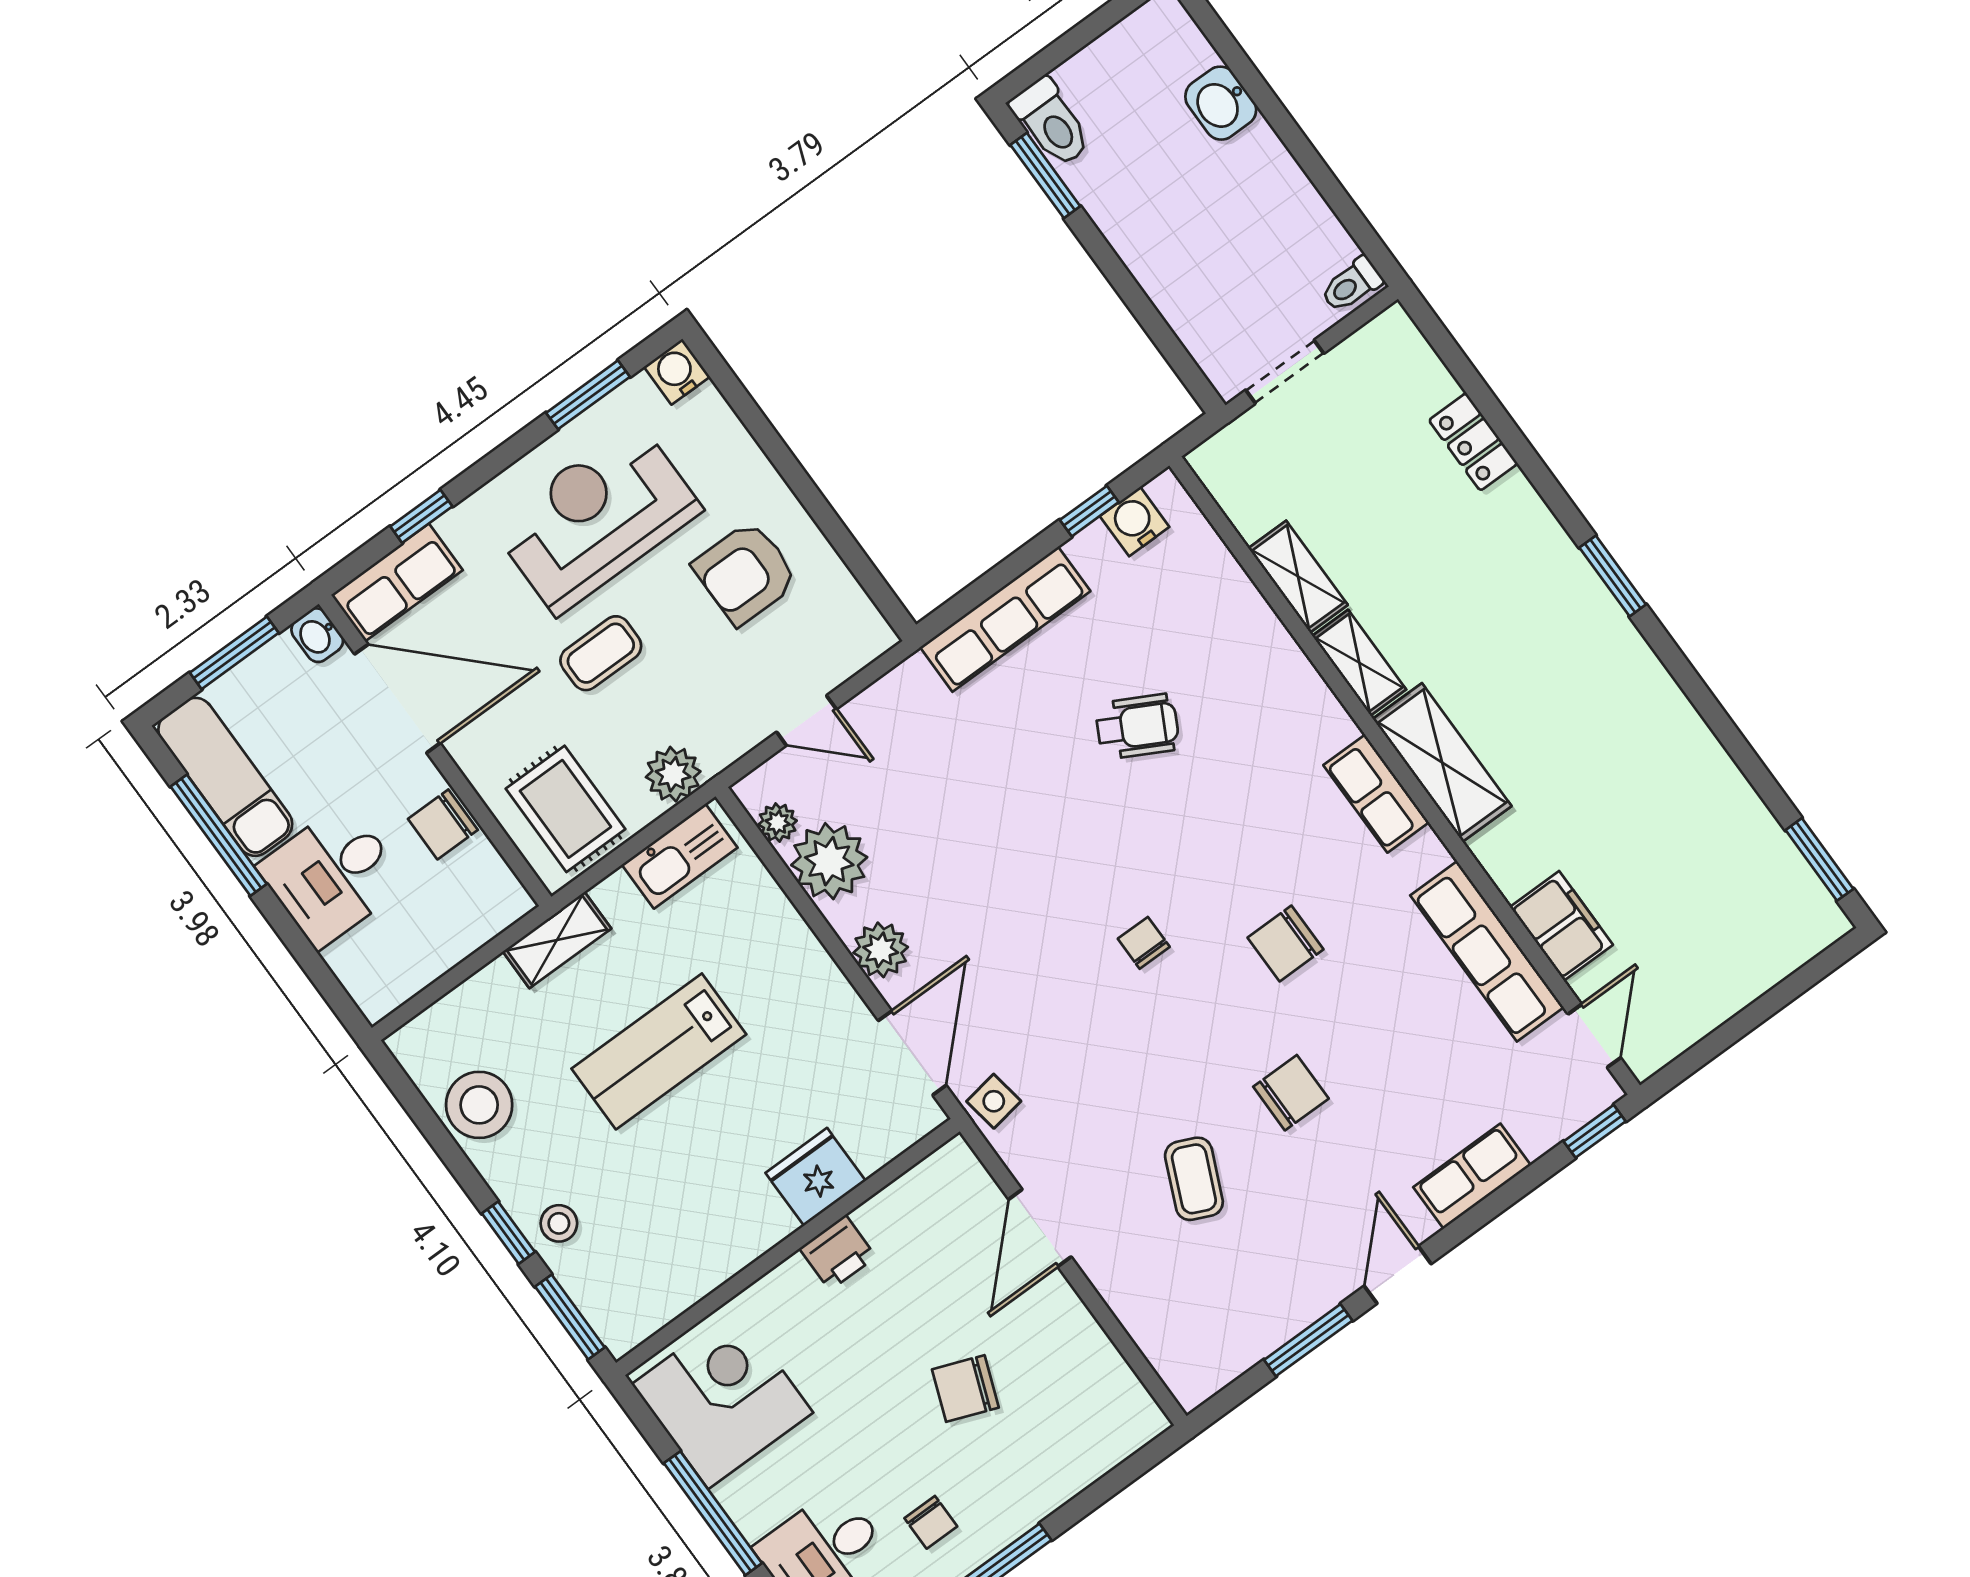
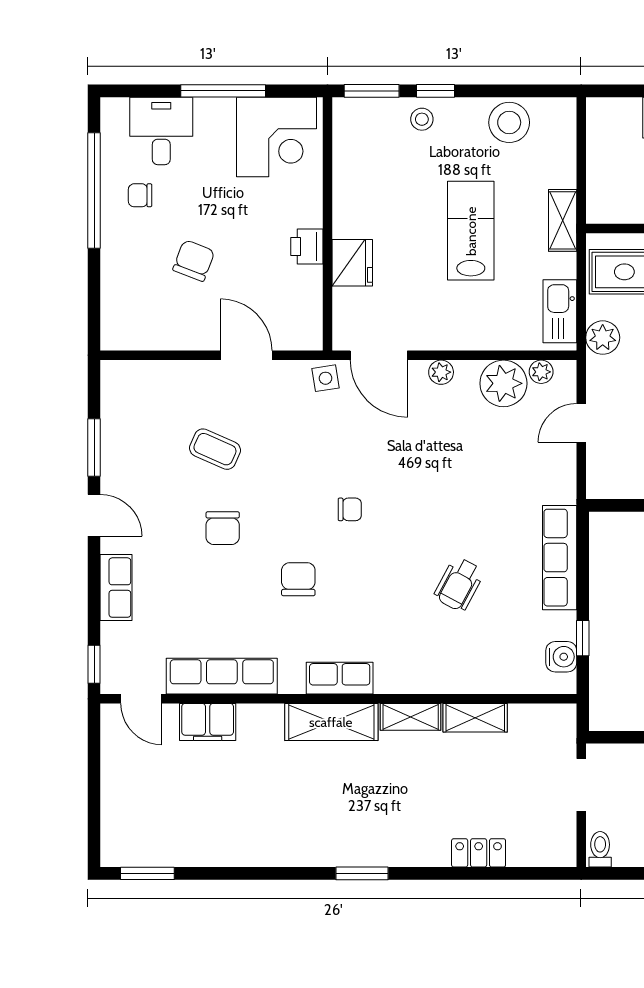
plant: (881, 950) -> (441, 372), width x0.73, depth x0.73

